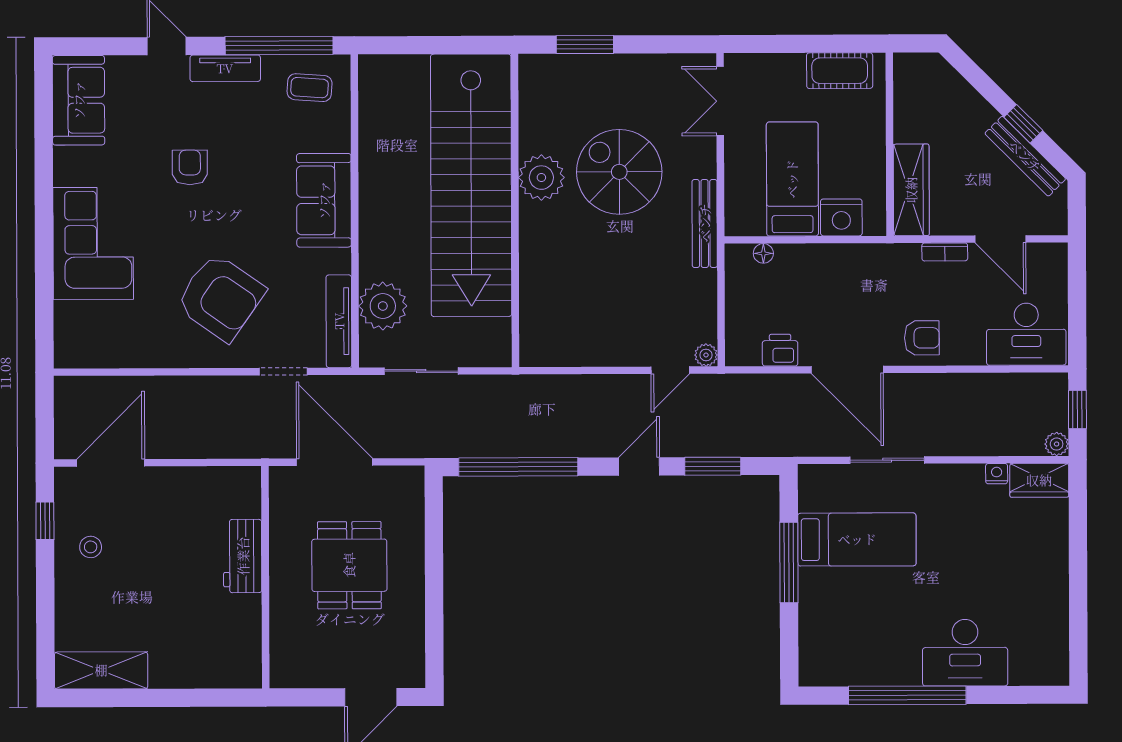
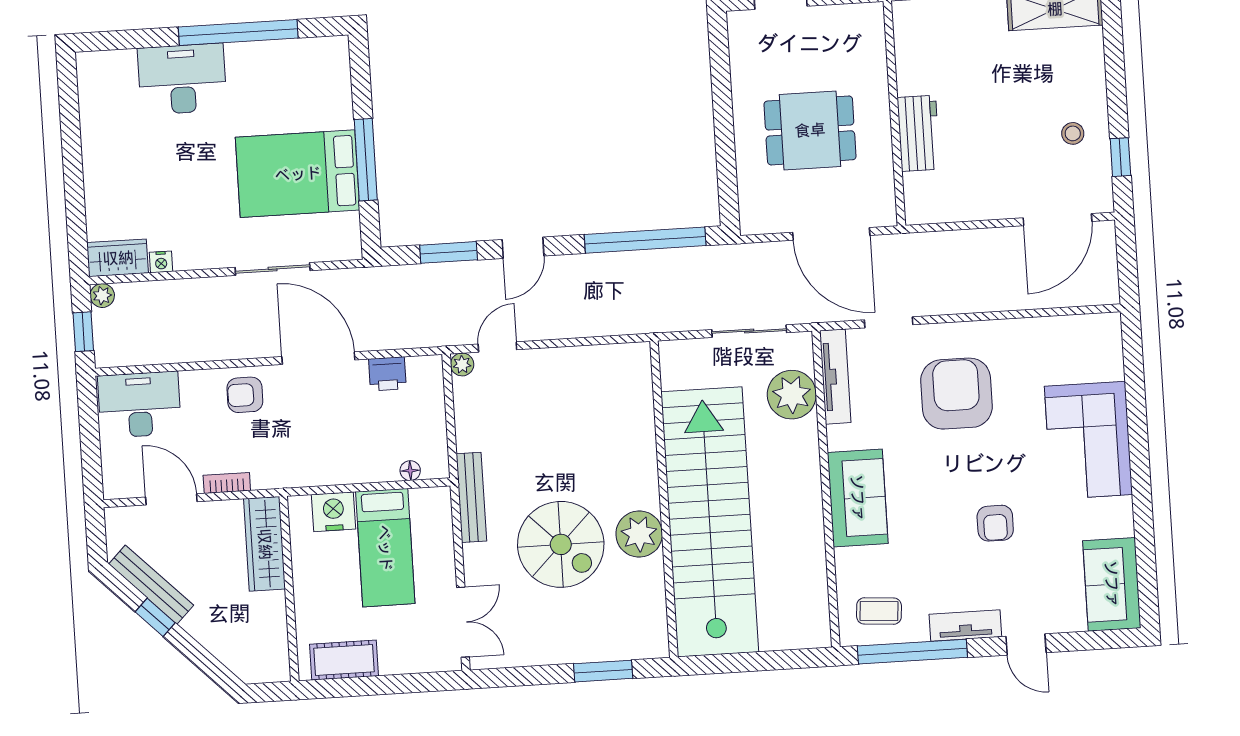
armchair: (220, 297) -> (956, 394), turned 55
bed: (857, 539) -> (298, 174), width x1.50
dining table: (349, 565) -> (810, 130), turned 90

